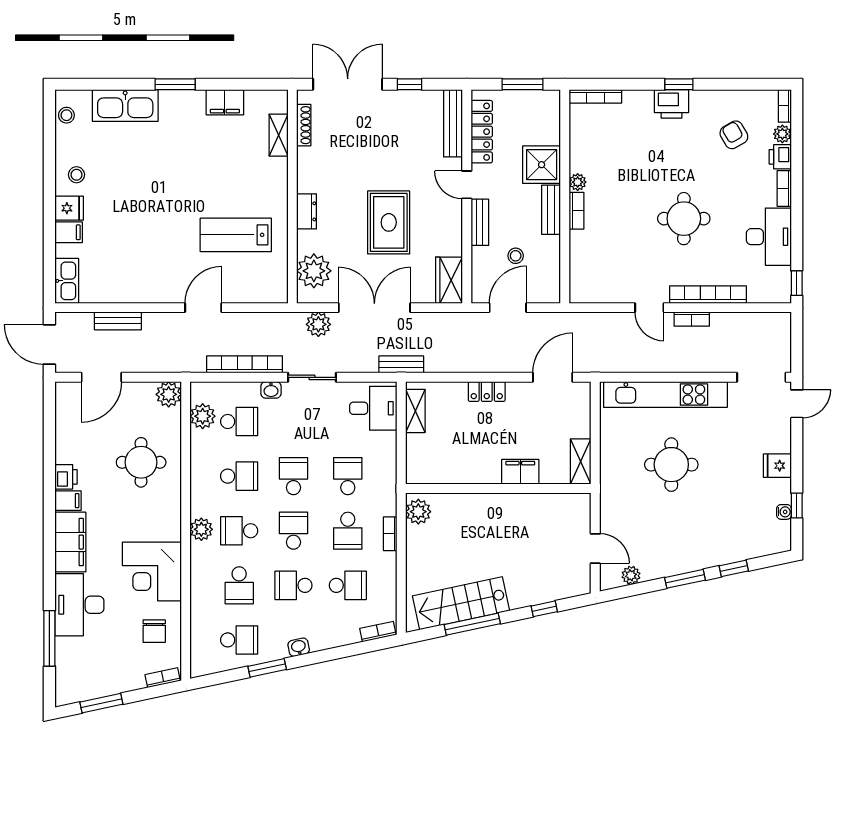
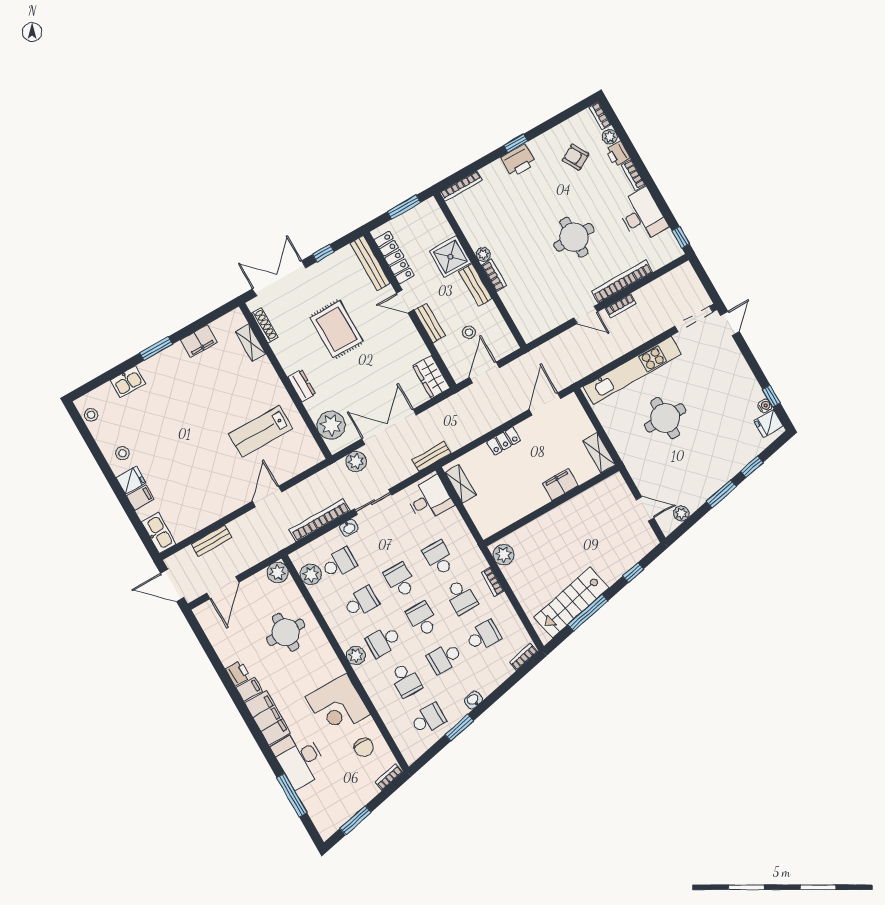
kitchen sink: (125, 106) -> (128, 382), width x0.53, depth x0.81
rug: (389, 222) -> (337, 329), moved
fridge: (777, 466) -> (769, 423), moved

